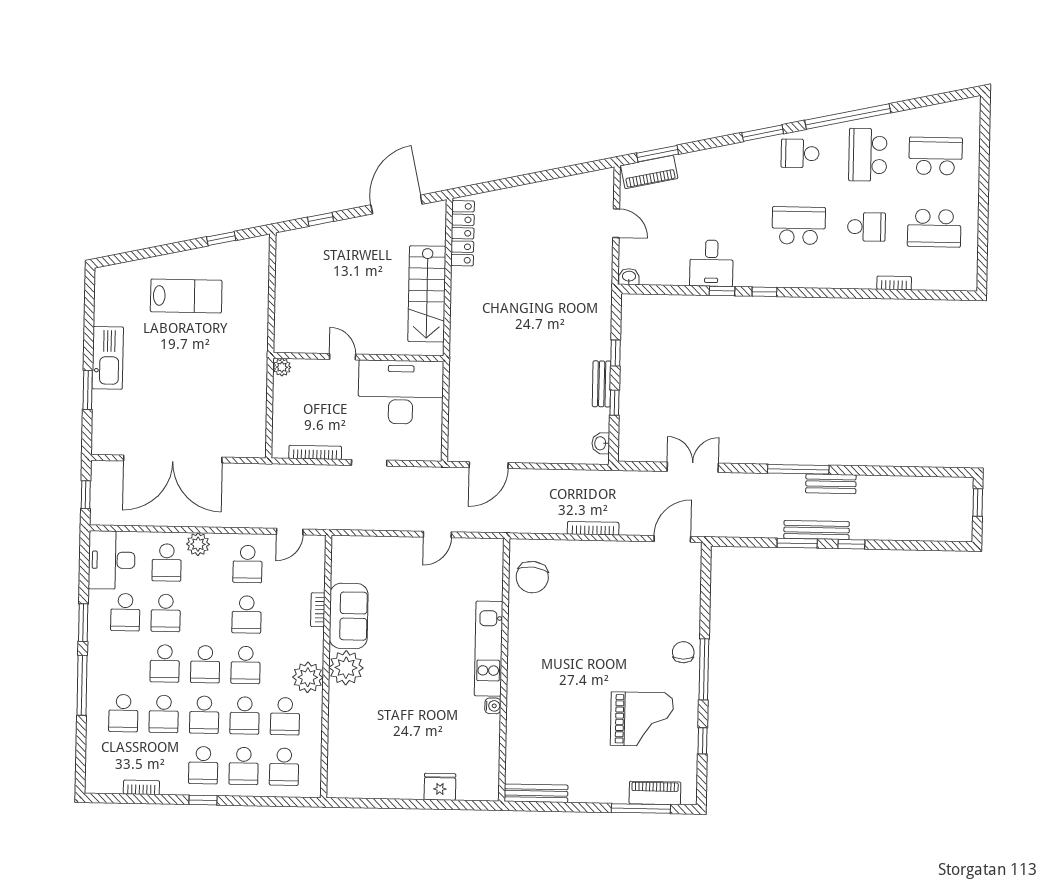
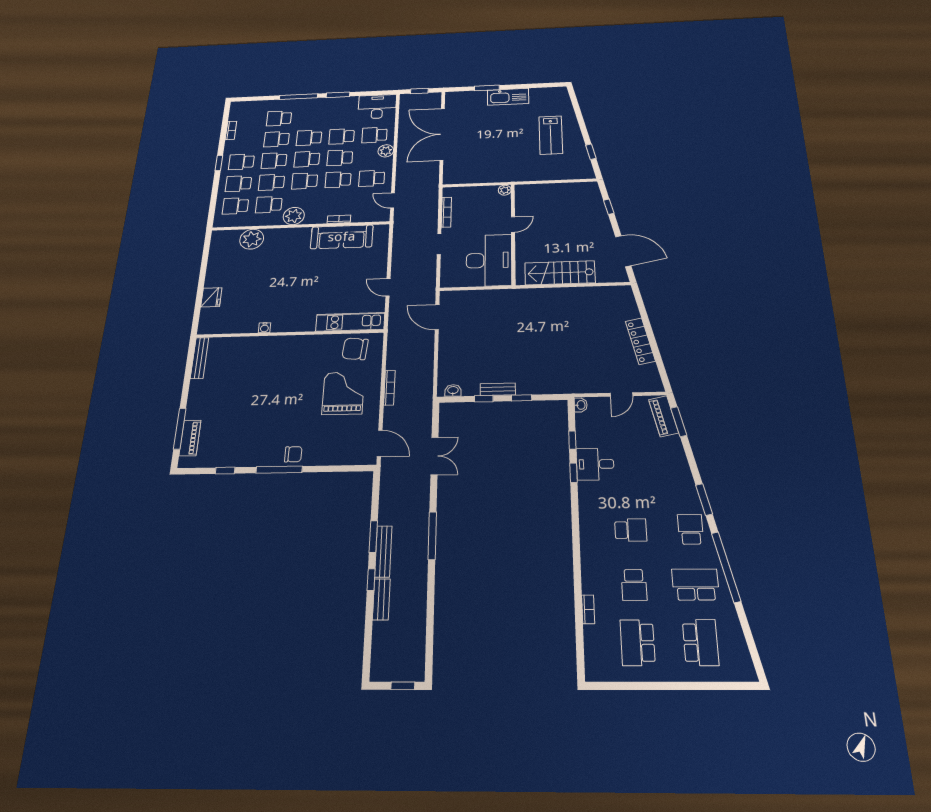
school desk: (799, 226) -> (631, 530), width x0.54
locker: (463, 233) -> (640, 341), moved, turned 78
window: (764, 292) -> (572, 440), moved
bench: (831, 484) -> (381, 599), moved
school desk: (125, 612) -> (340, 158), moved
sofa: (349, 616) -> (342, 237), width x1.36
kitchen unit: (489, 649) -> (350, 322), moved
plant: (346, 668) -> (252, 239), moved
grand piano: (642, 719) -> (343, 393), moved, turned 180

